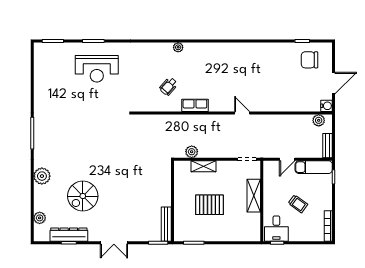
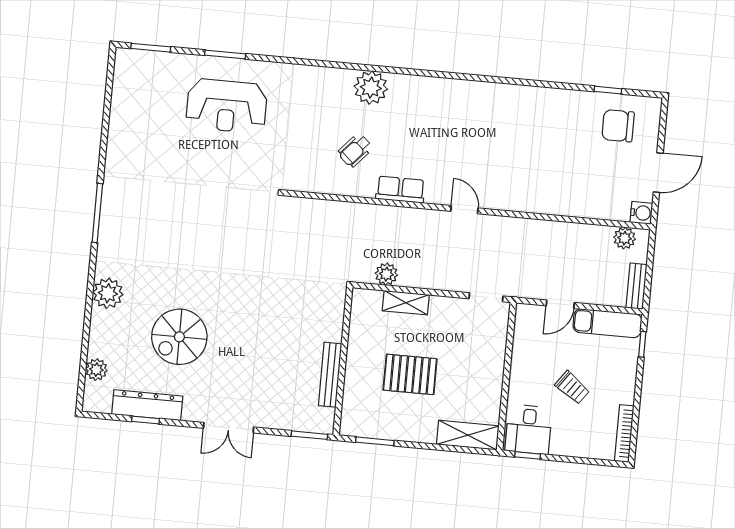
plant: (178, 47) -> (371, 88), width x1.87, depth x1.87
door: (242, 113) -> (464, 210), moved
shelving: (254, 196) -> (468, 435), moved, turned 90
bench: (166, 224) -> (330, 375), moved

